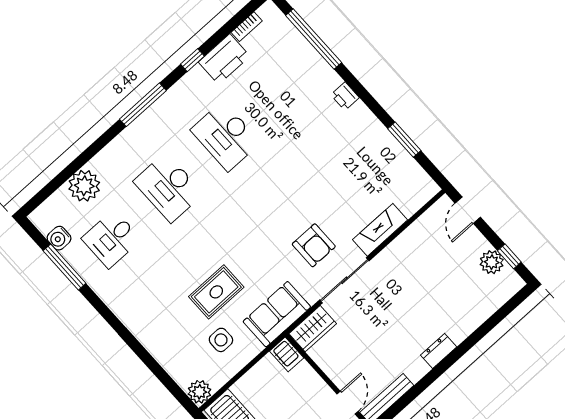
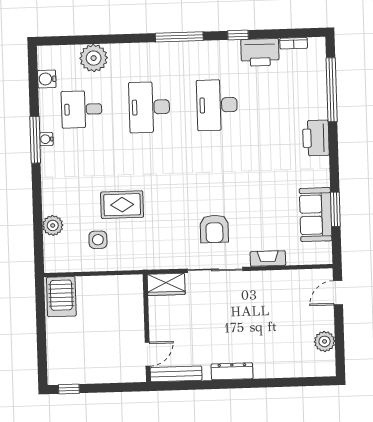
printer: (345, 96) -> (316, 138), width x1.87, depth x1.48
fireplace: (380, 230) -> (268, 259), width x0.73, depth x0.76
window: (509, 256) -> (340, 348), removed
window: (64, 267) -> (35, 140), moved
water cooler: (103, 291) -> (46, 139), added
sofa: (277, 314) -> (316, 215), moved, turned -90
dresser: (439, 351) -> (232, 371), width x1.44
server rack: (287, 354) -> (134, 287), removed
plant: (199, 392) -> (53, 225), moved

